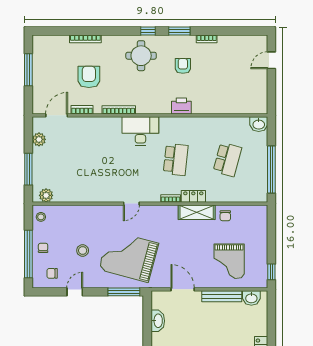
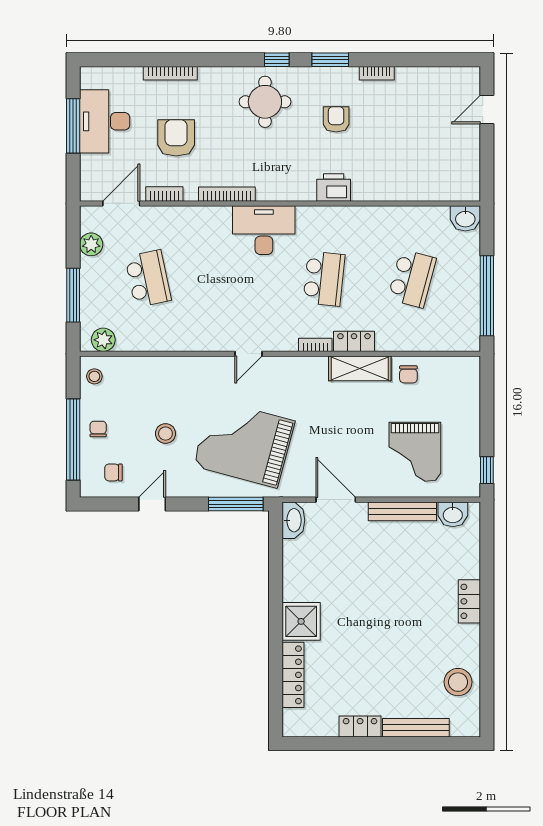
desk: (47, 67) -> (105, 121), added
school desk: (72, 160) -> (148, 279), added
washbasin: (158, 321) -> (293, 520), moved

